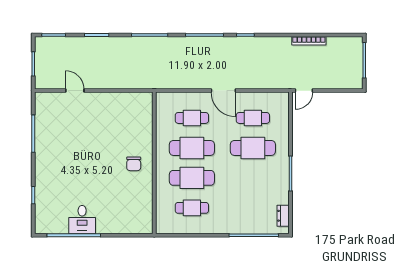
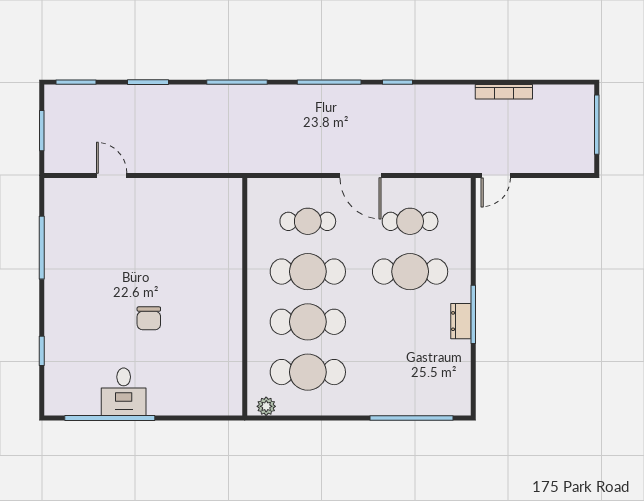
chair: (134, 164) -> (149, 318), moved
cafe table: (192, 208) -> (308, 372), width x1.37, depth x1.35
dresser: (283, 216) -> (461, 321), moved
plant: (167, 228) -> (266, 406), added

